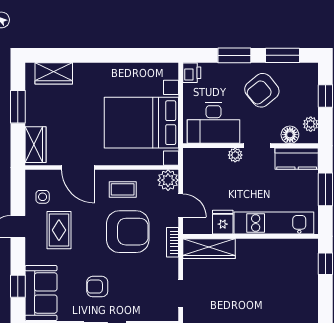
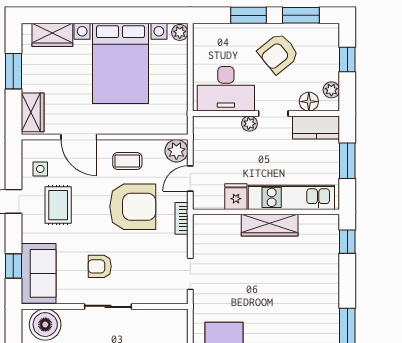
plant: (171, 71) -> (180, 32), added
printer: (192, 73) -> (202, 34), removed
bed with nightstands: (141, 123) -> (121, 63), moved, turned -90
door: (181, 206) -> (190, 178), swing flipped
wardrobe: (209, 249) -> (270, 225), moved

